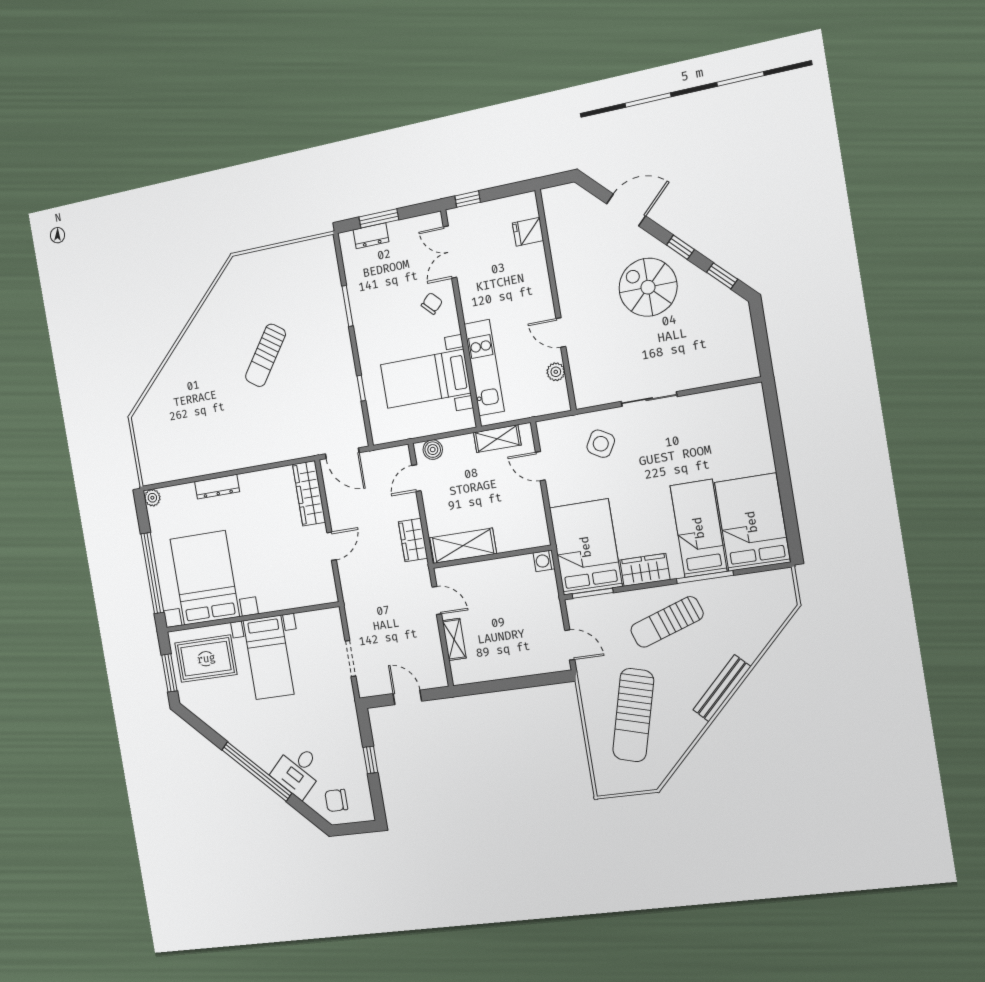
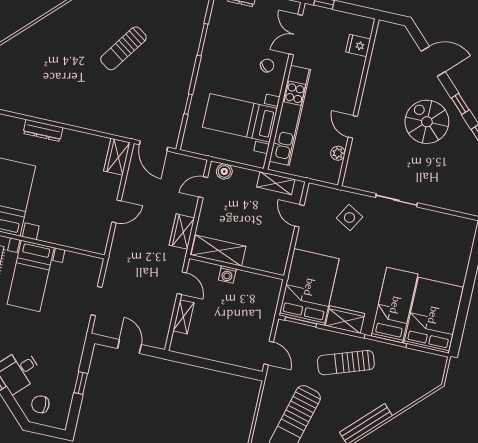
kitchen unit: (484, 368) -> (290, 115), width x1.36
wardrobe: (309, 493) -> (117, 157), width x0.67
washing machine: (544, 561) -> (227, 274), moved, turned -90

